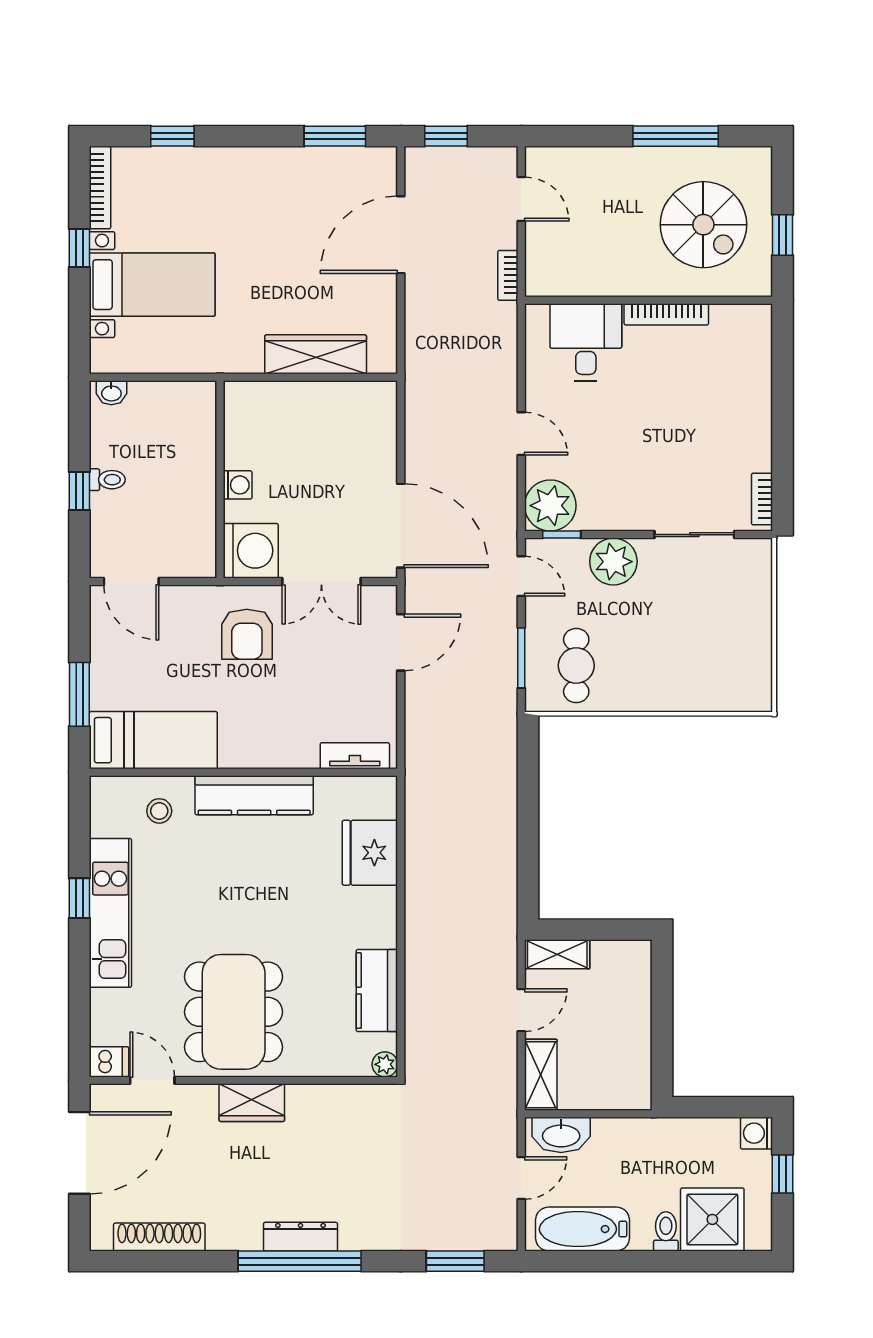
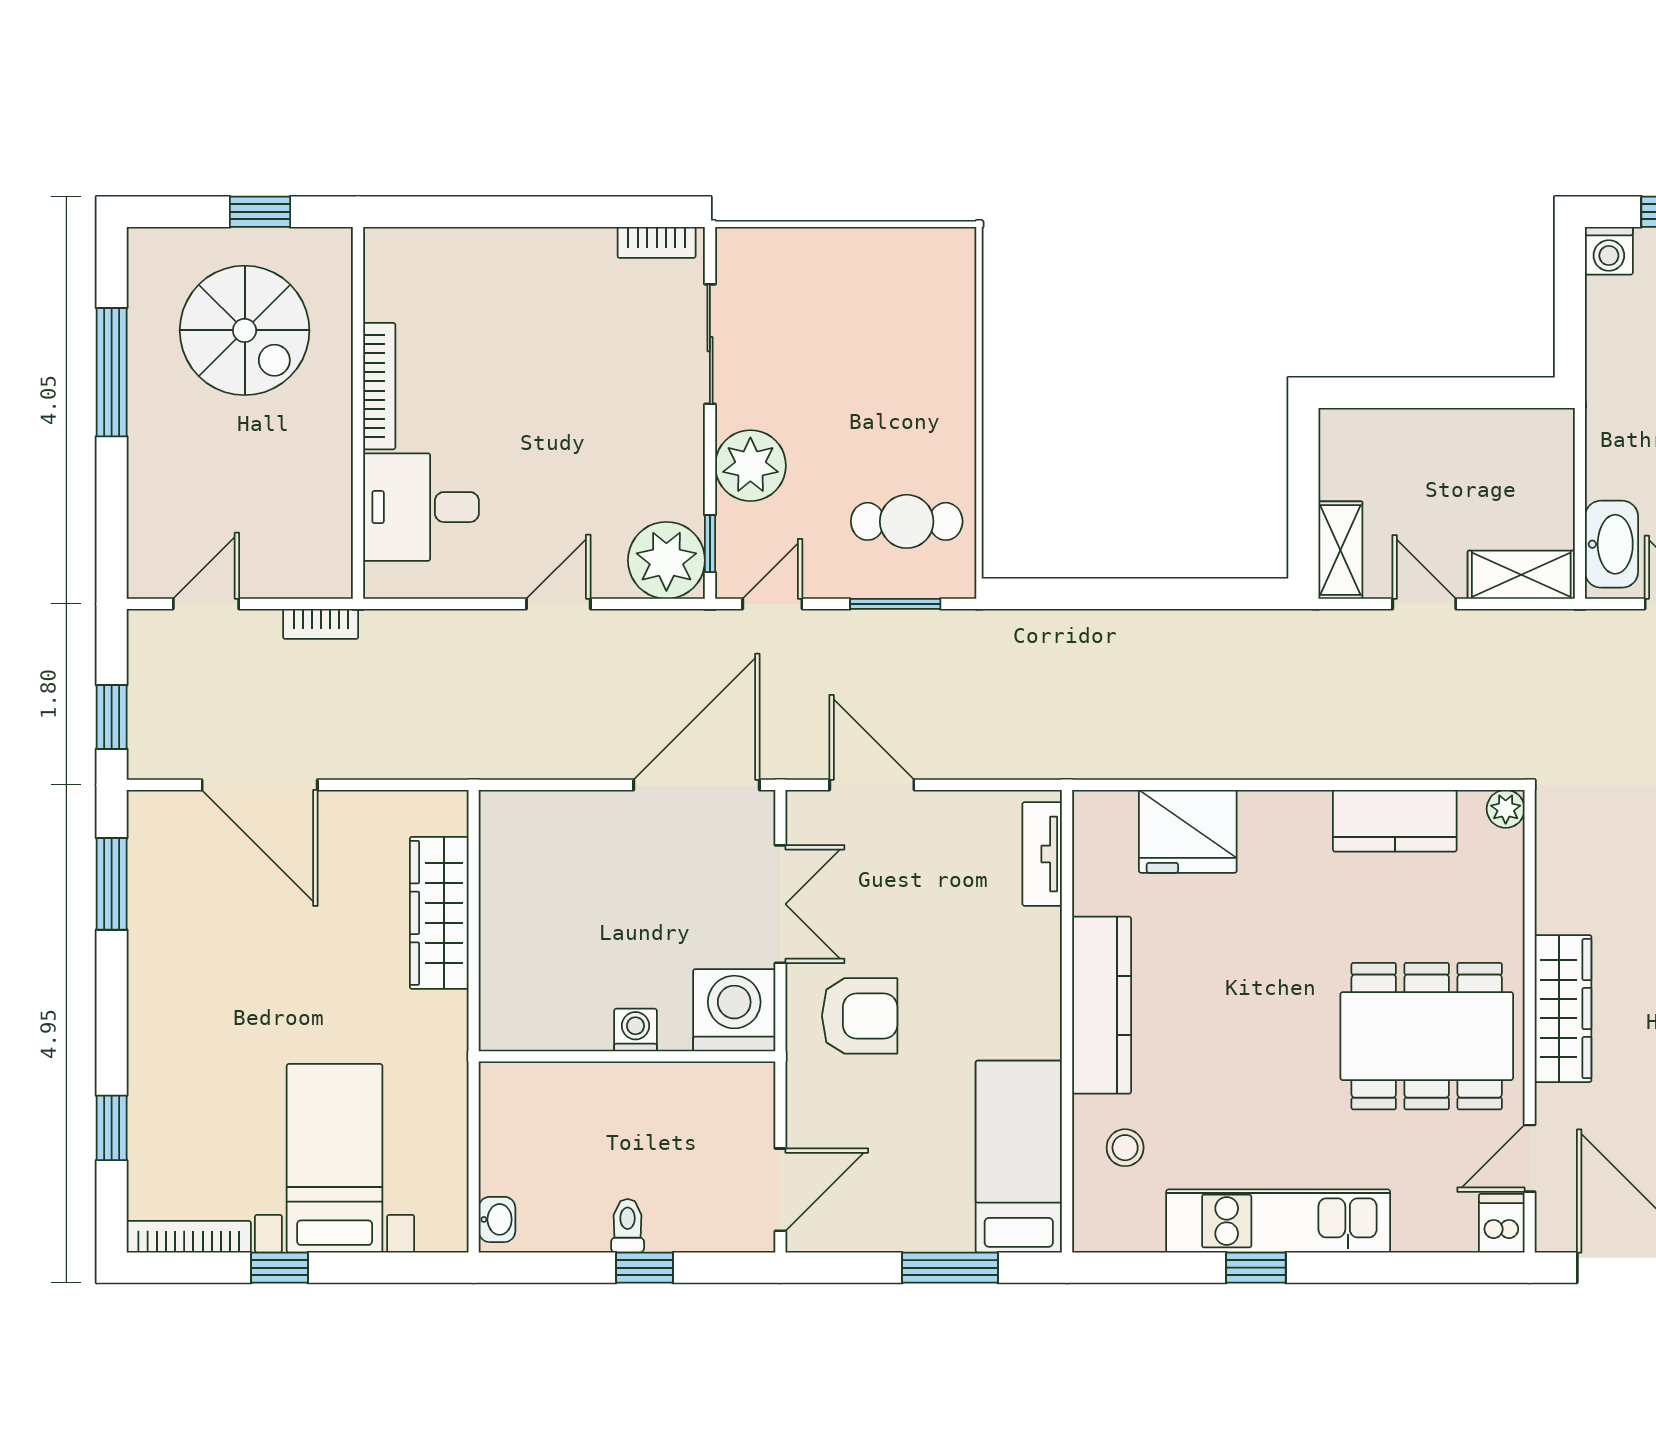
spiral stairs: (703, 225) -> (245, 330), turned 90
wardrobe: (252, 1103) -> (1563, 1009), width x1.50

